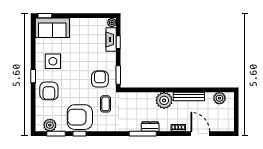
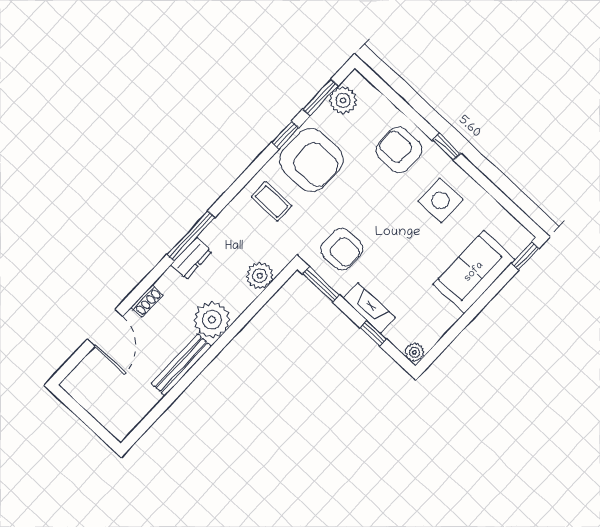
sofa: (52, 28) -> (474, 272), moved
fireplace: (111, 39) -> (369, 308), moved
plant: (219, 98) -> (260, 276), moved
coffee table: (105, 104) -> (272, 201), moved
armchair: (80, 117) -> (311, 160), turned 90
door: (200, 134) -> (105, 328), hinge flipped

